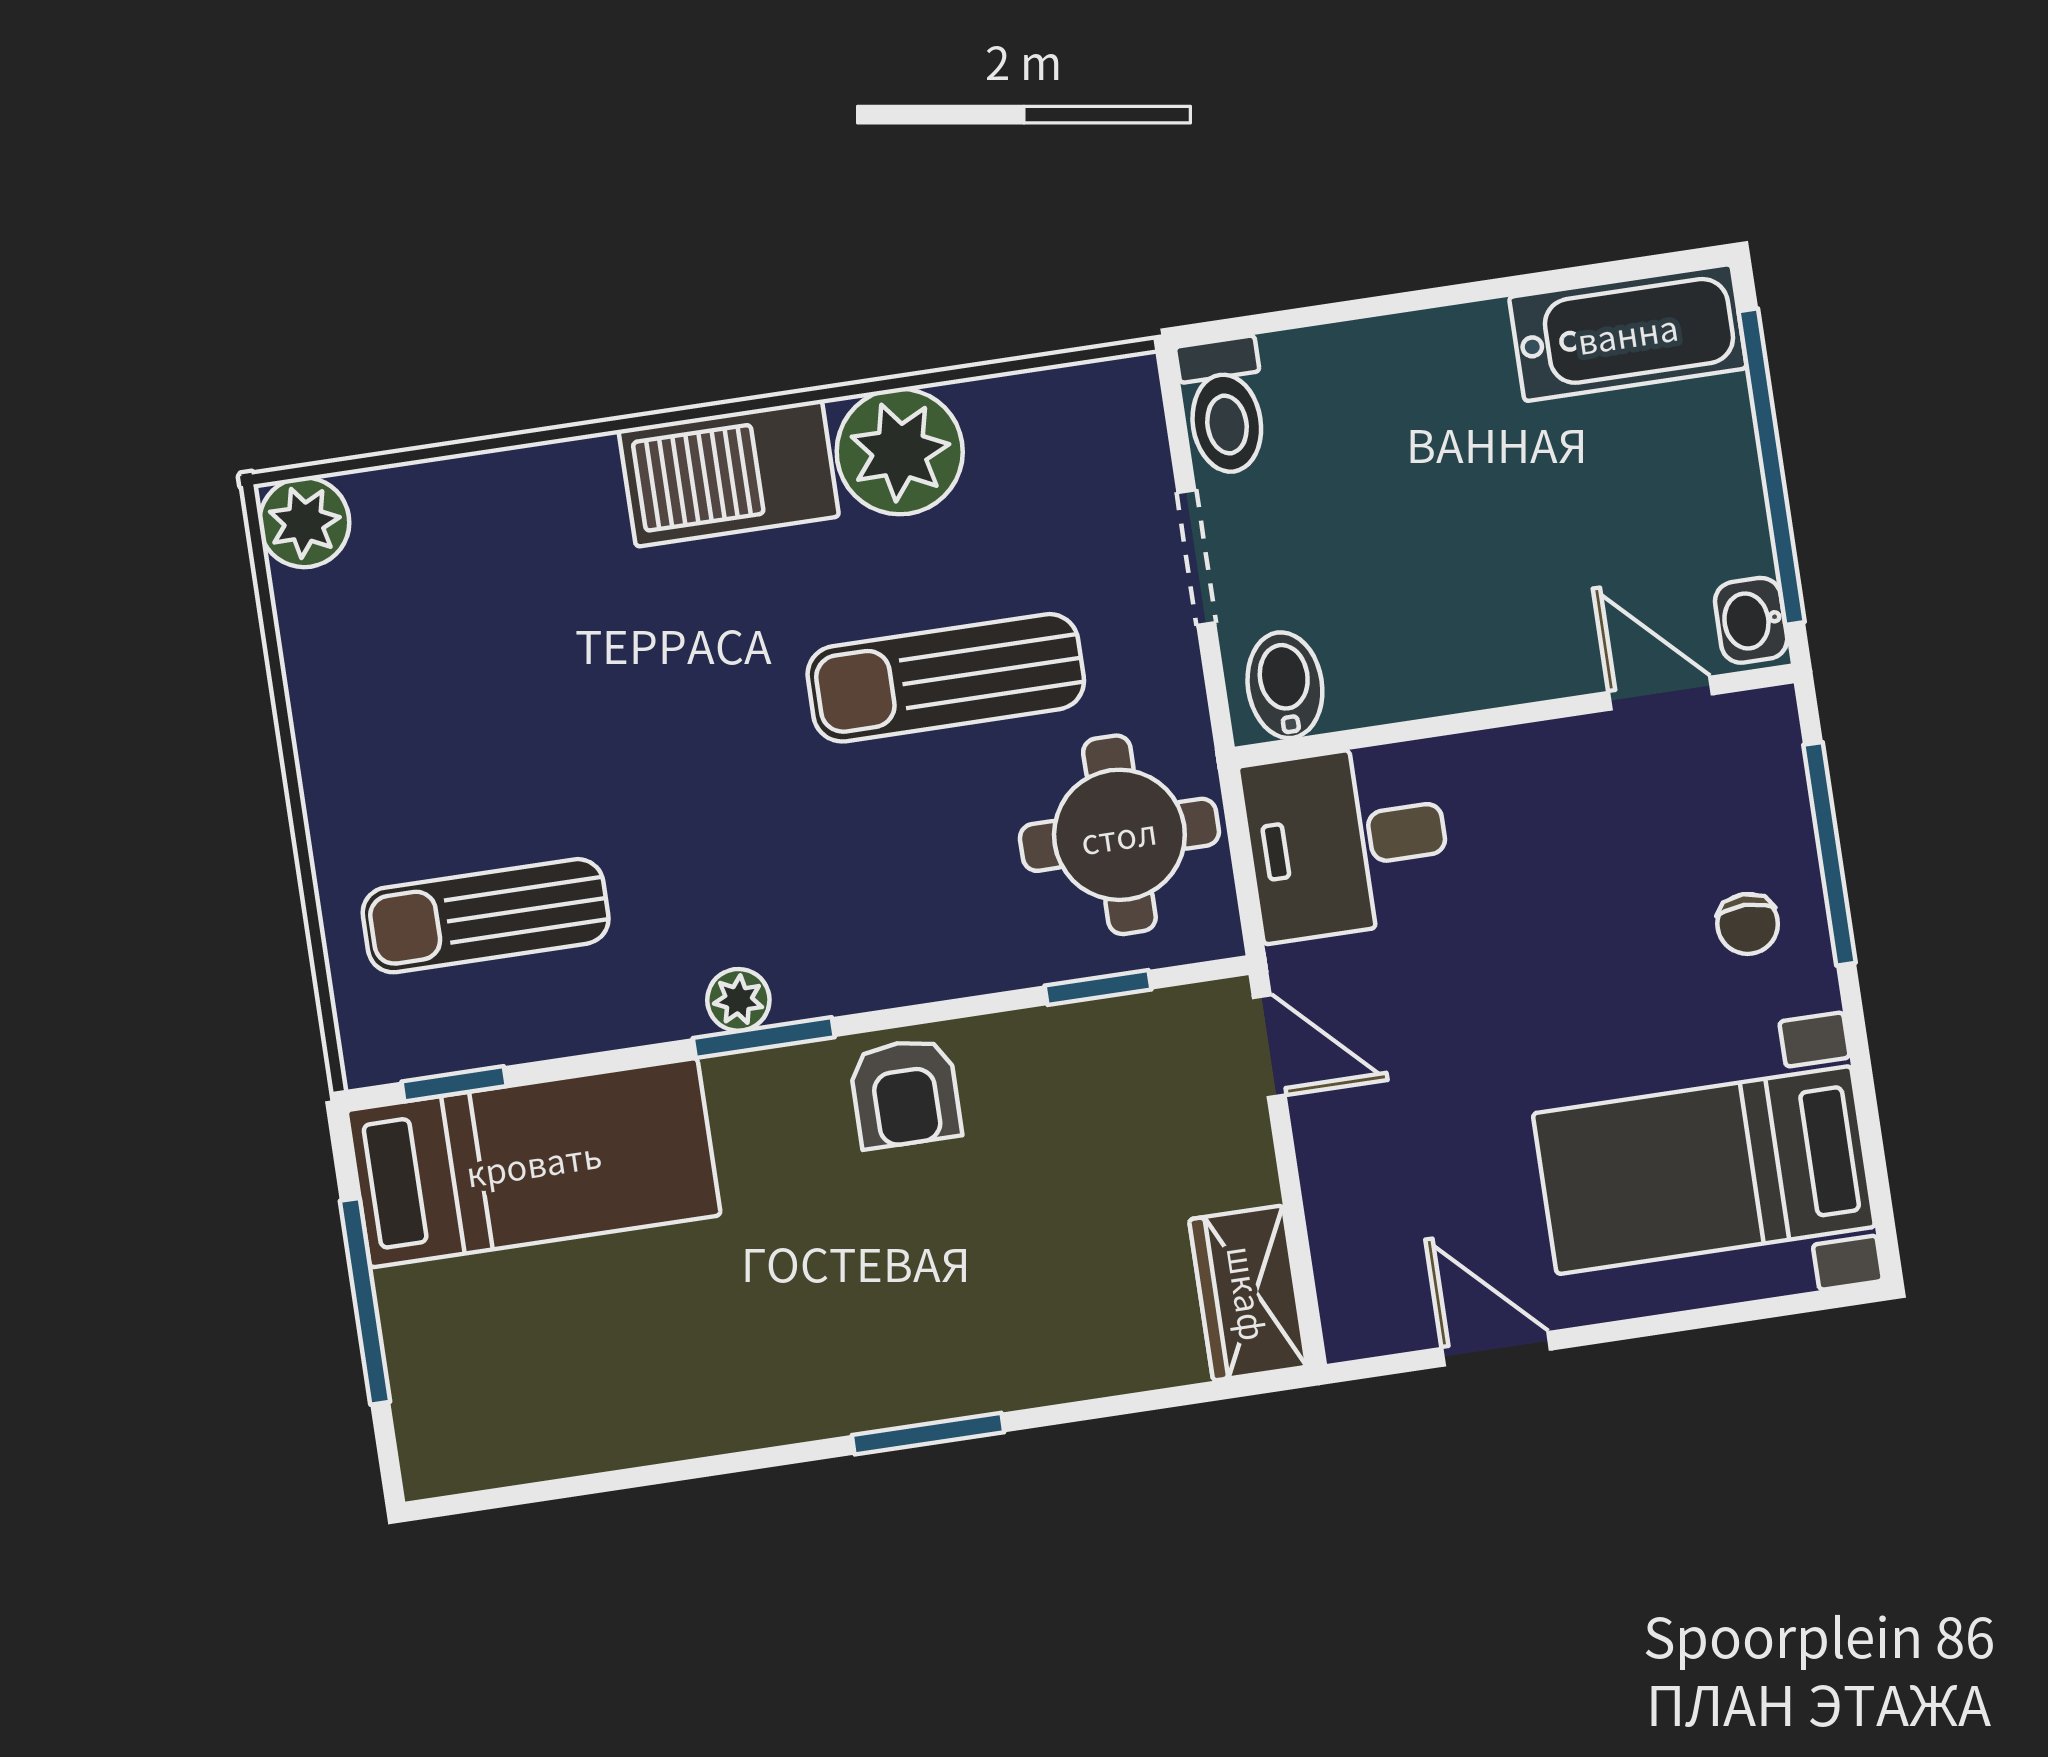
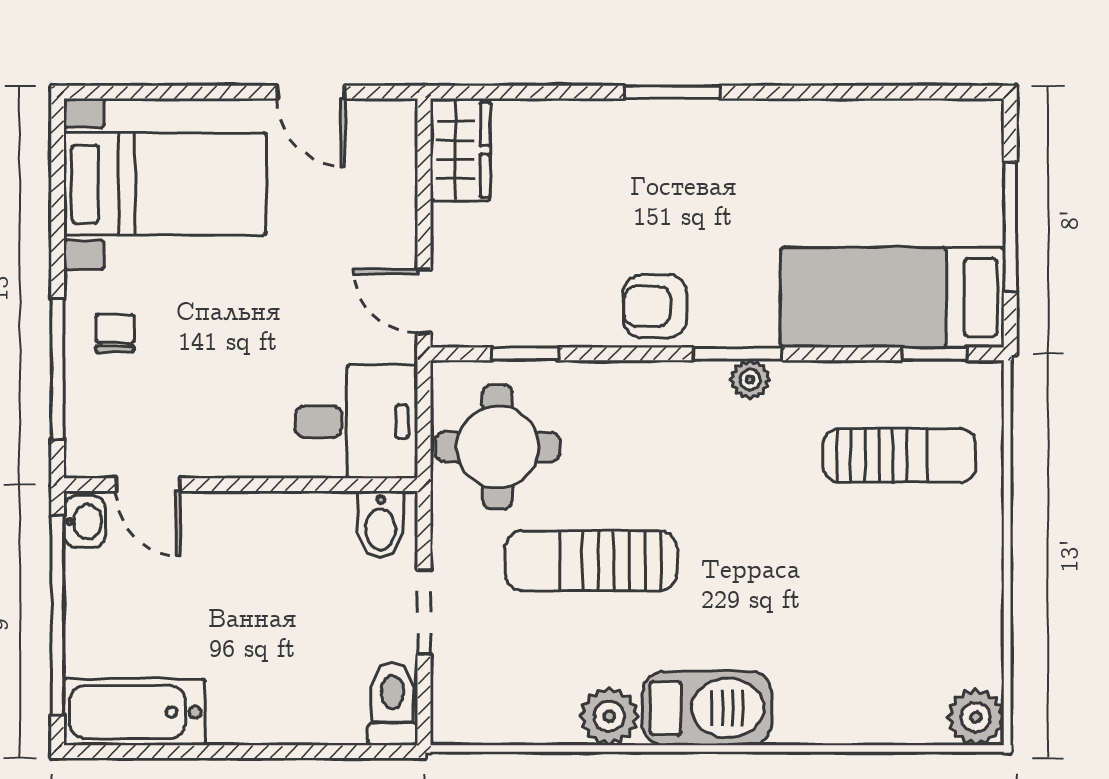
plant: (900, 452) -> (609, 716), width x0.73, depth x0.73
sun lounger: (946, 678) -> (591, 561), turned 180
armchair: (905, 1093) -> (655, 306), turned -90

